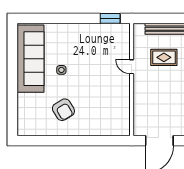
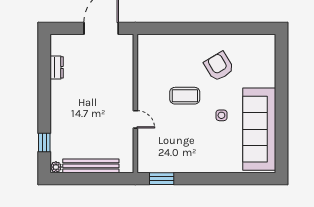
rug: (164, 57) -> (96, 131), removed
coffee table: (91, 86) -> (185, 96), added

